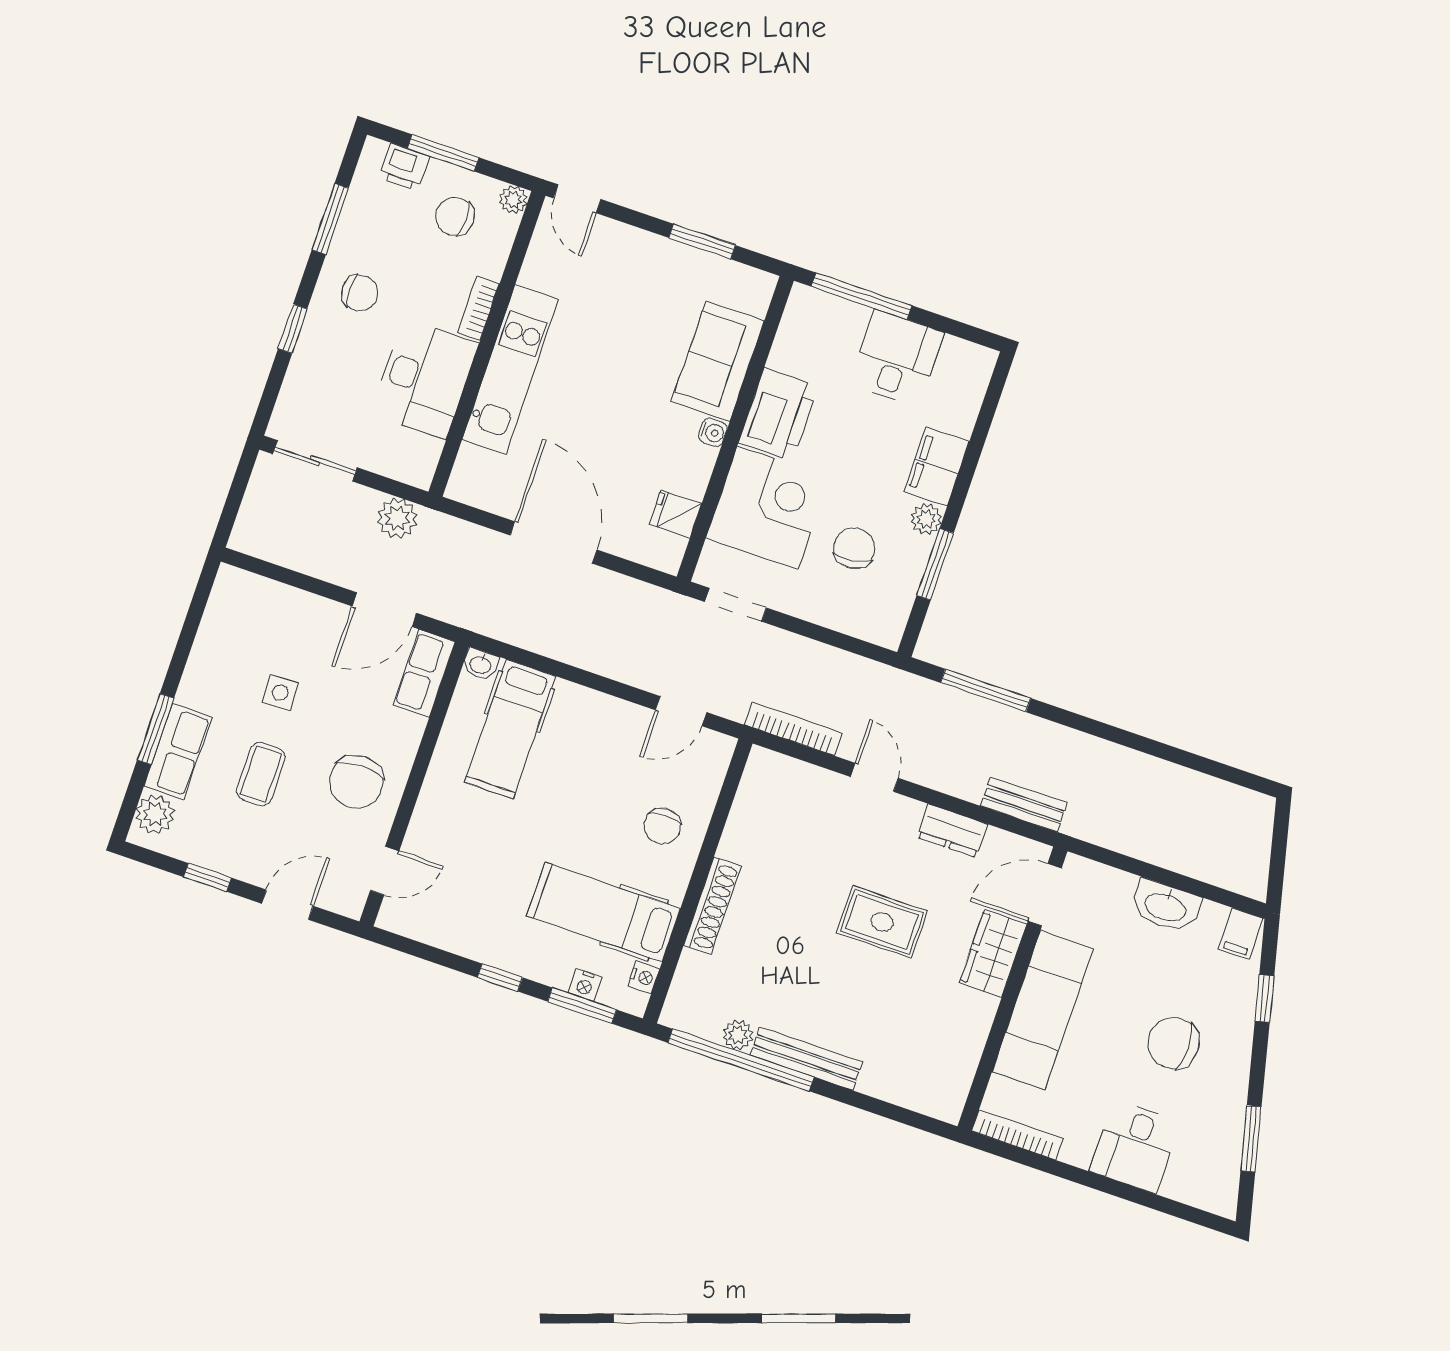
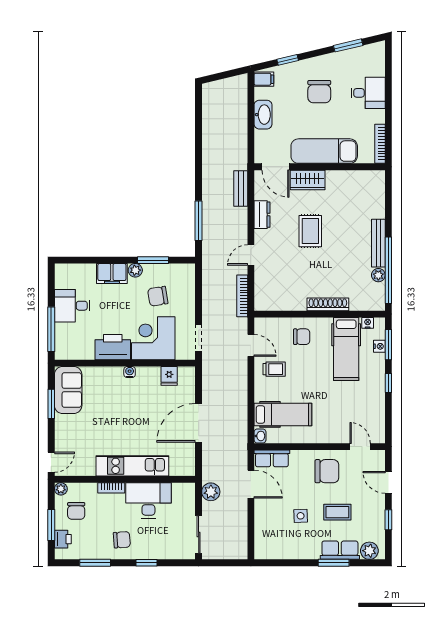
chair: (360, 293) -> (122, 540), turned 86
sofa: (718, 361) -> (68, 390), moved, turned -90
trolley: (613, 743) -> (274, 369), added

